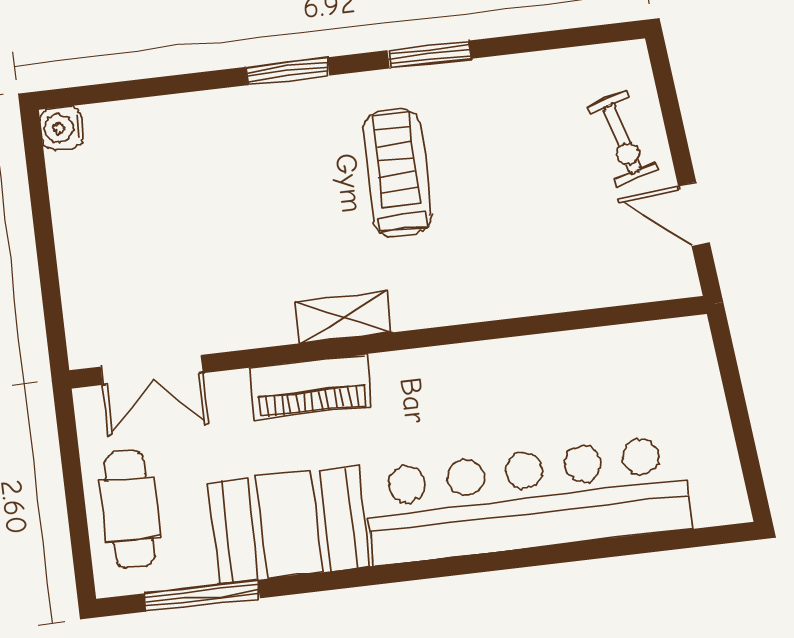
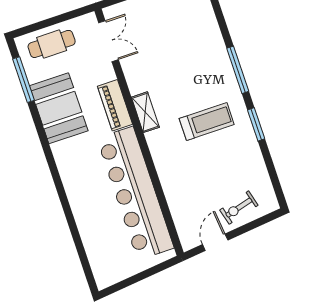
window: (288, 71) -> (238, 70), width x1.44
double door: (152, 370) -> (109, 41), swing flipped
bar counter: (528, 500) -> (135, 193), moved, turned 180

